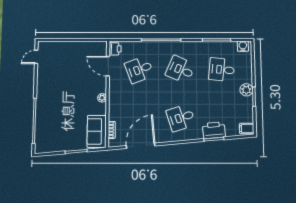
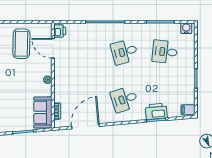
coffee table: (76, 62) -> (21, 44), added
desk: (139, 70) -> (84, 52), removed
desk: (180, 70) -> (124, 52), turned -39
plant: (246, 90) -> (189, 72), removed

